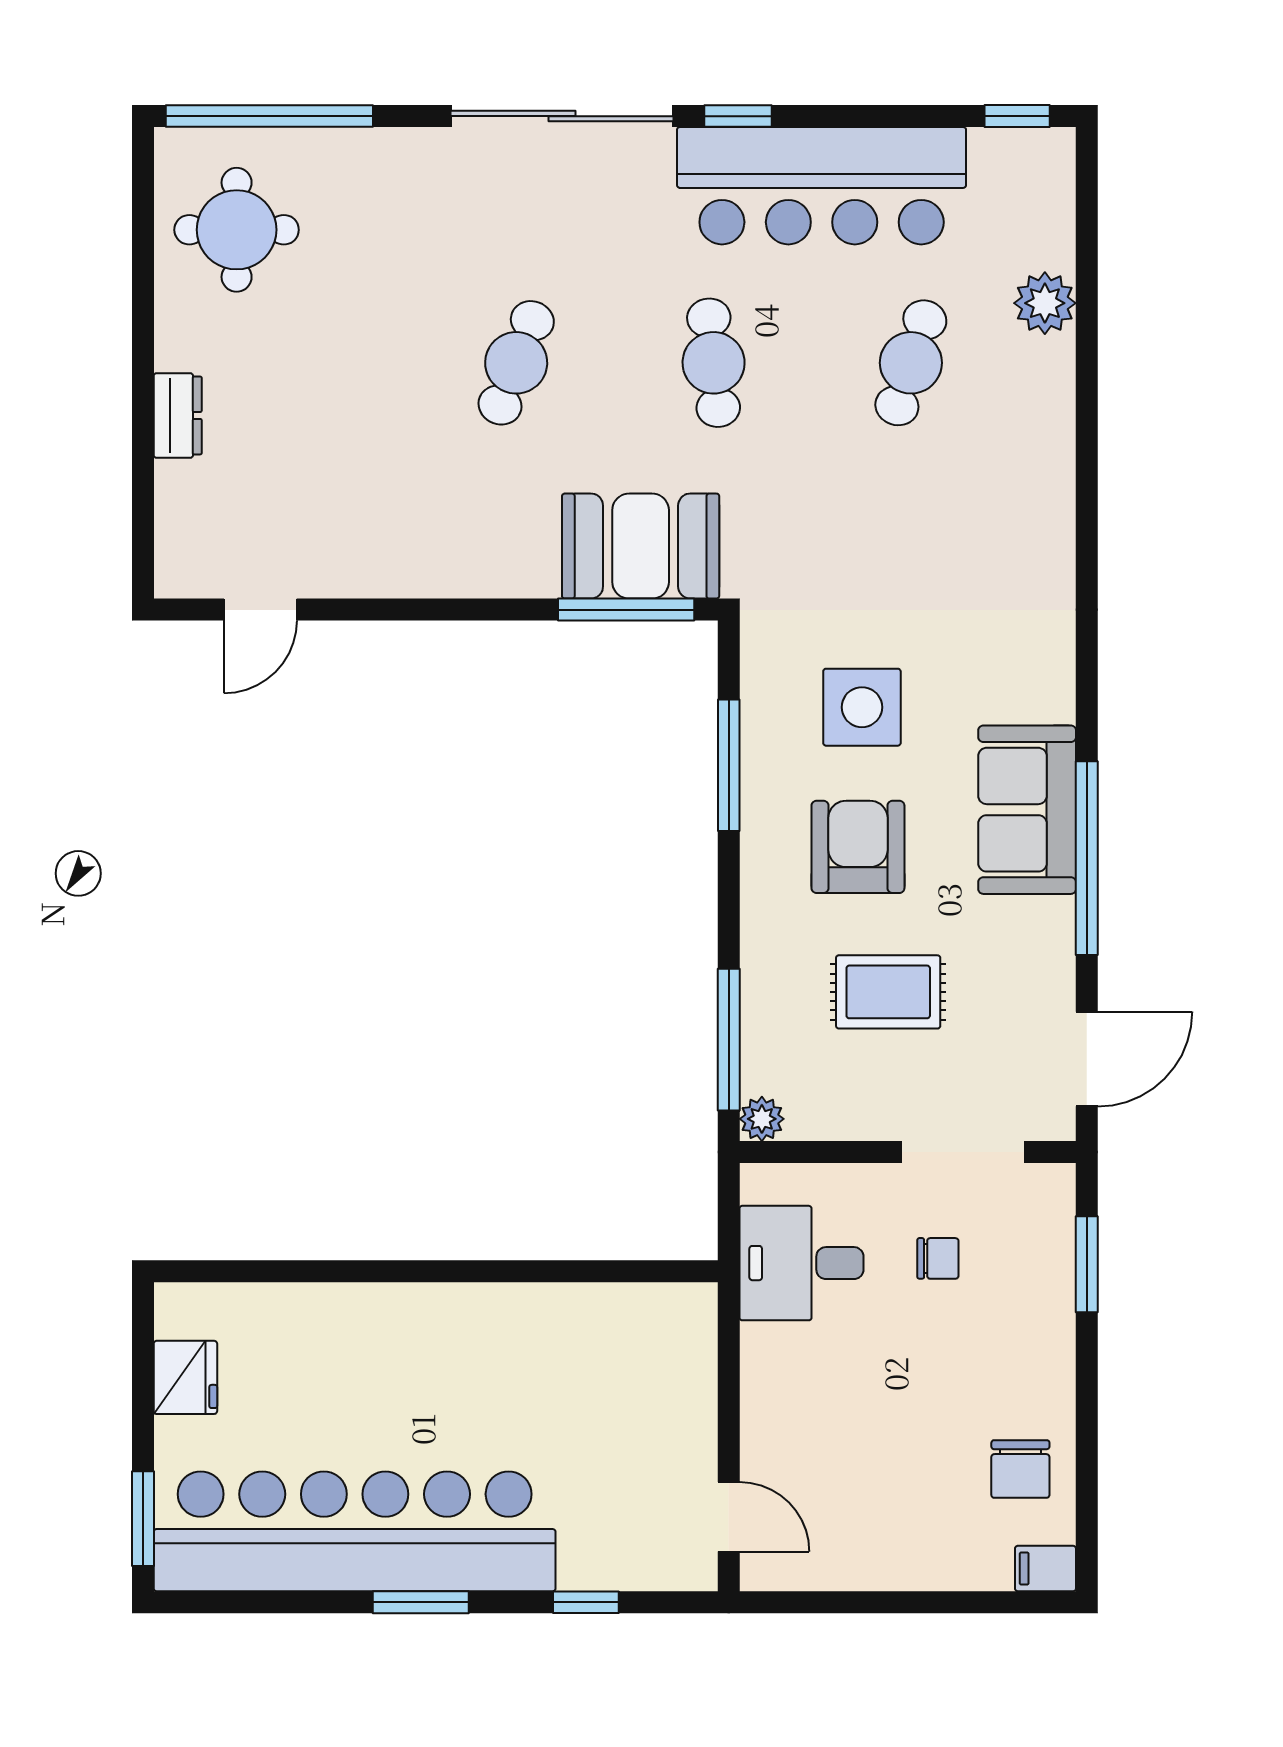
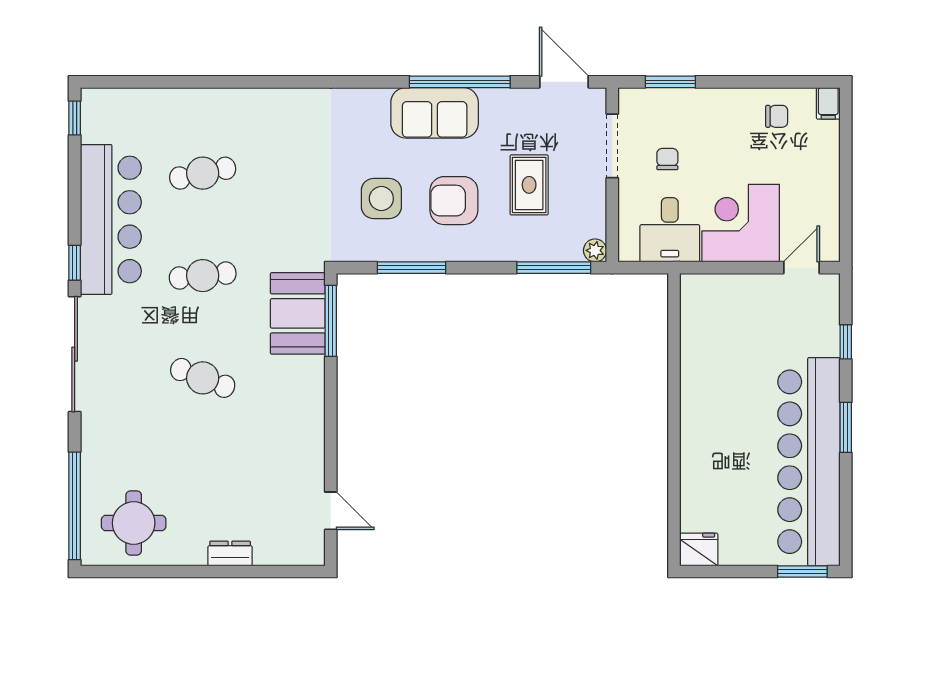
plant: (1045, 303) -> (172, 104), removed
cafe table: (911, 363) -> (203, 173), turned -30
fridge: (185, 1377) -> (699, 550), moved
corner desk: (814, 1400) -> (741, 223), added
chair: (1020, 1469) -> (777, 116), width x0.73, depth x0.73

